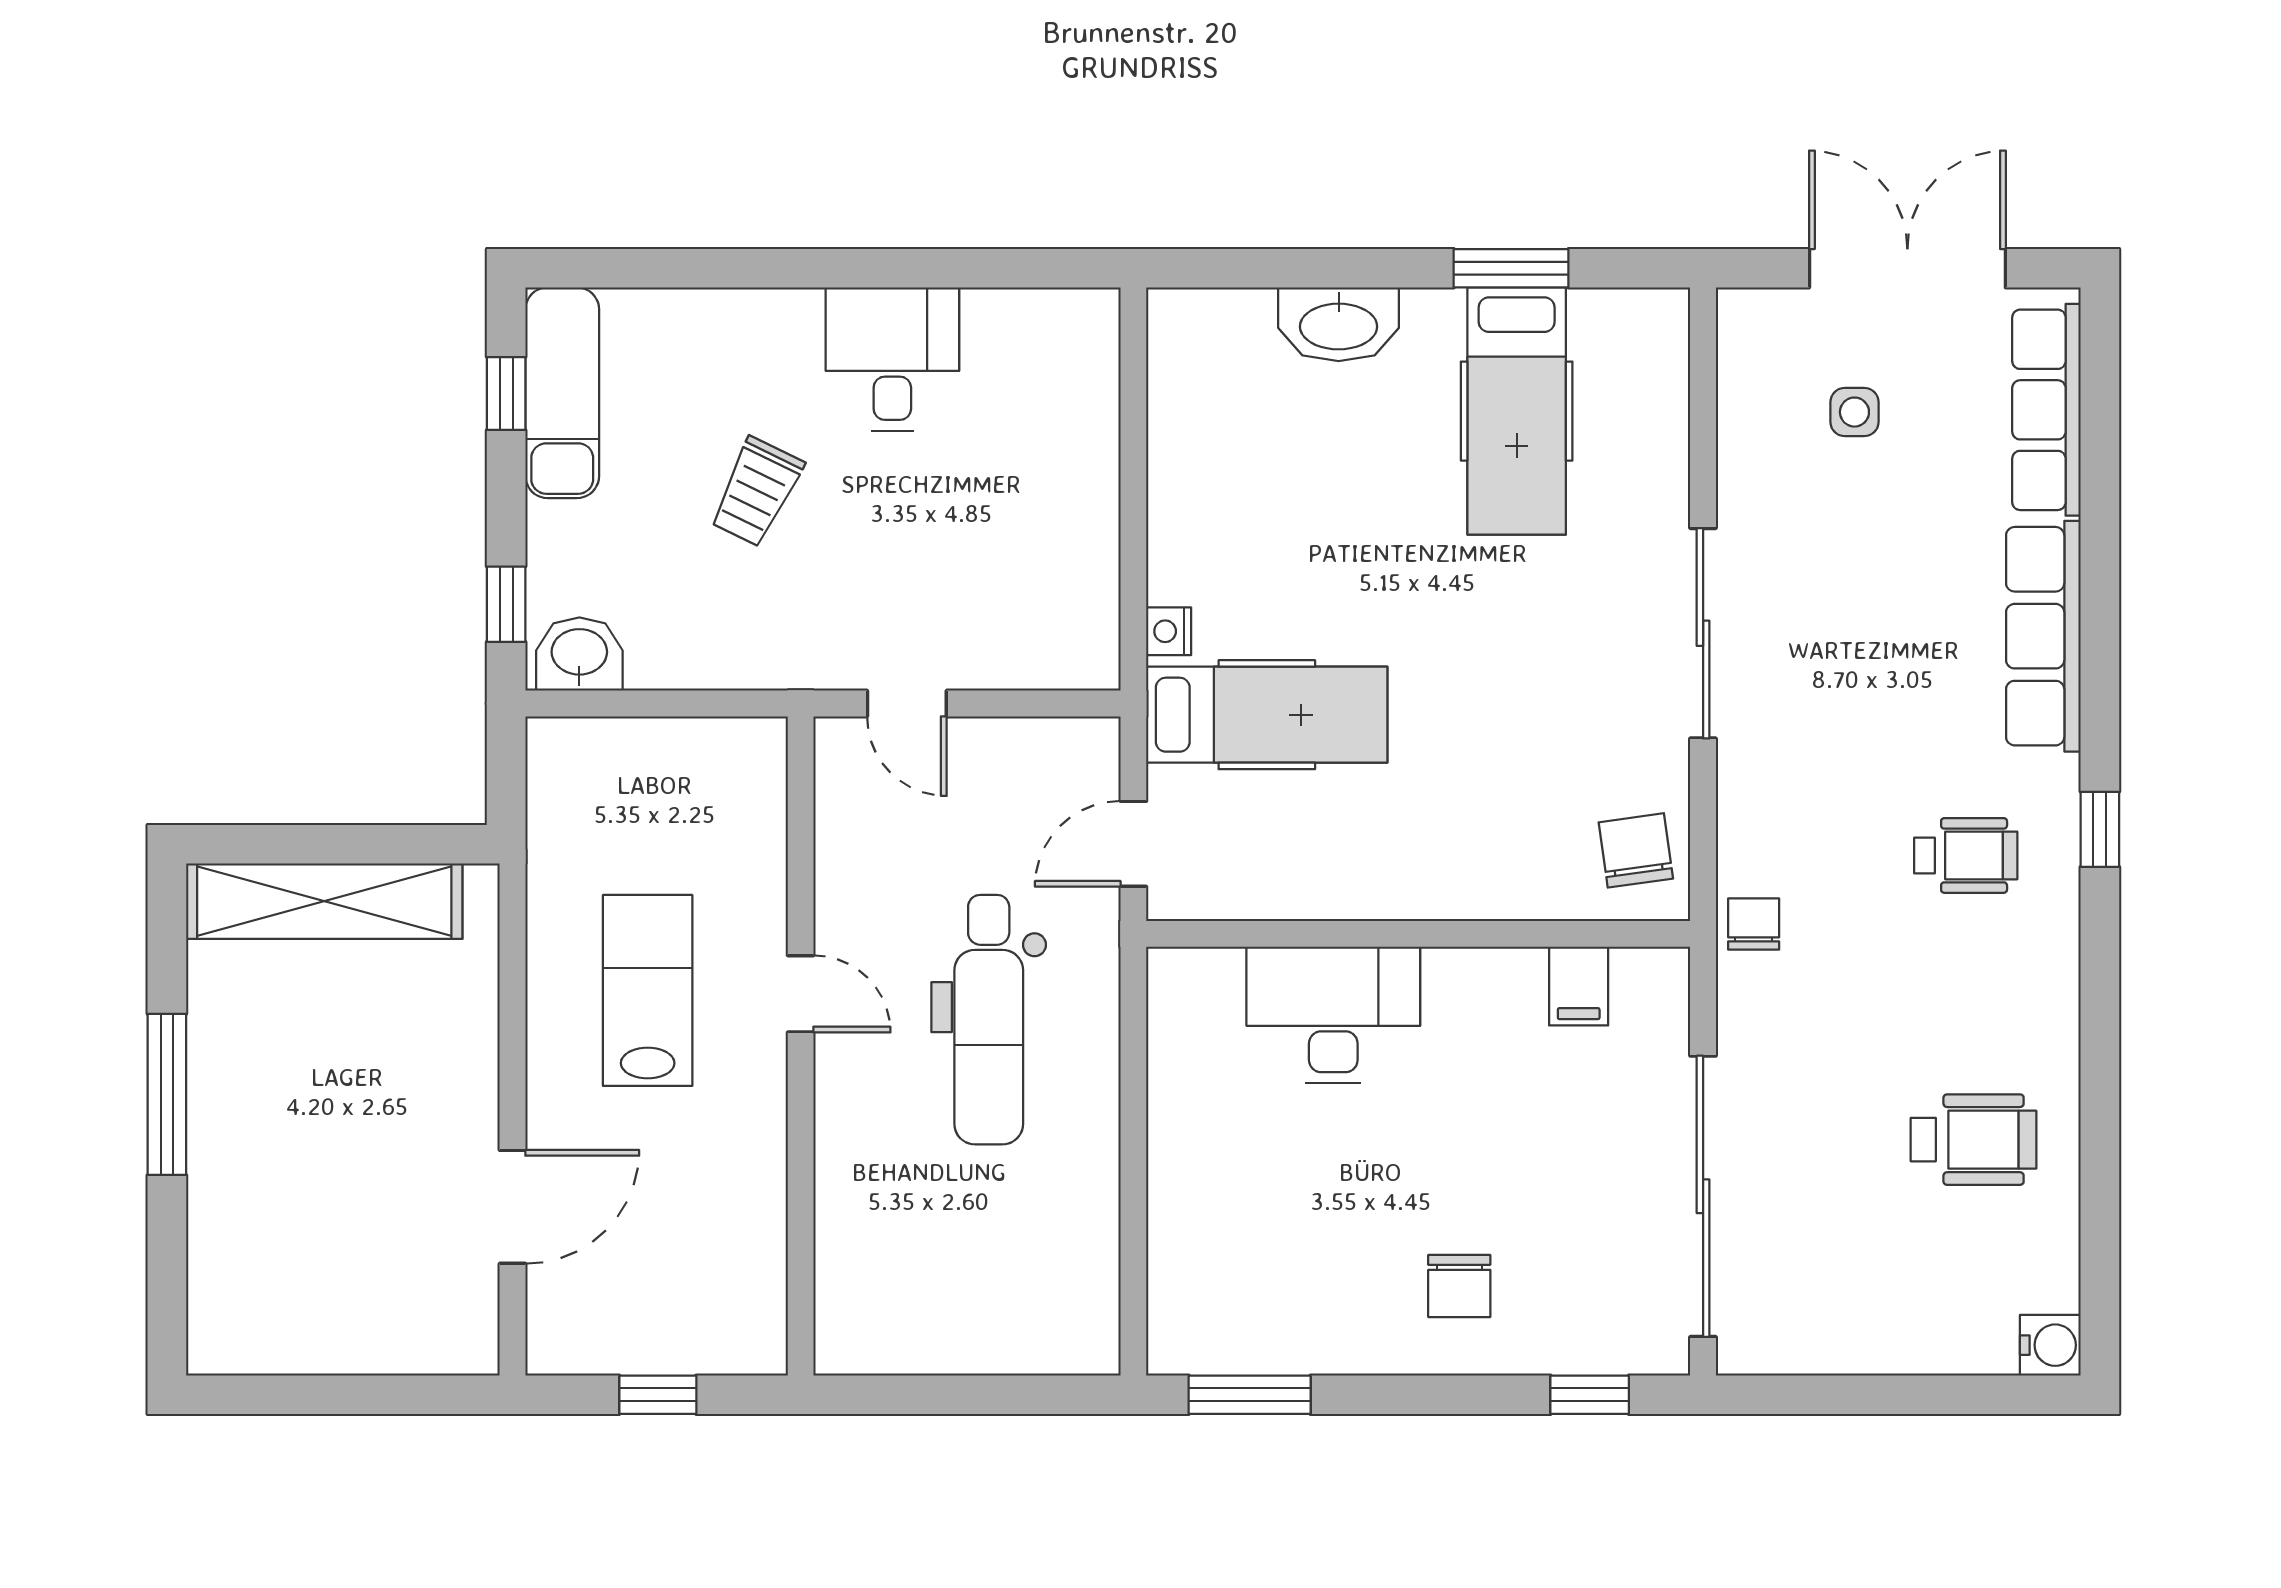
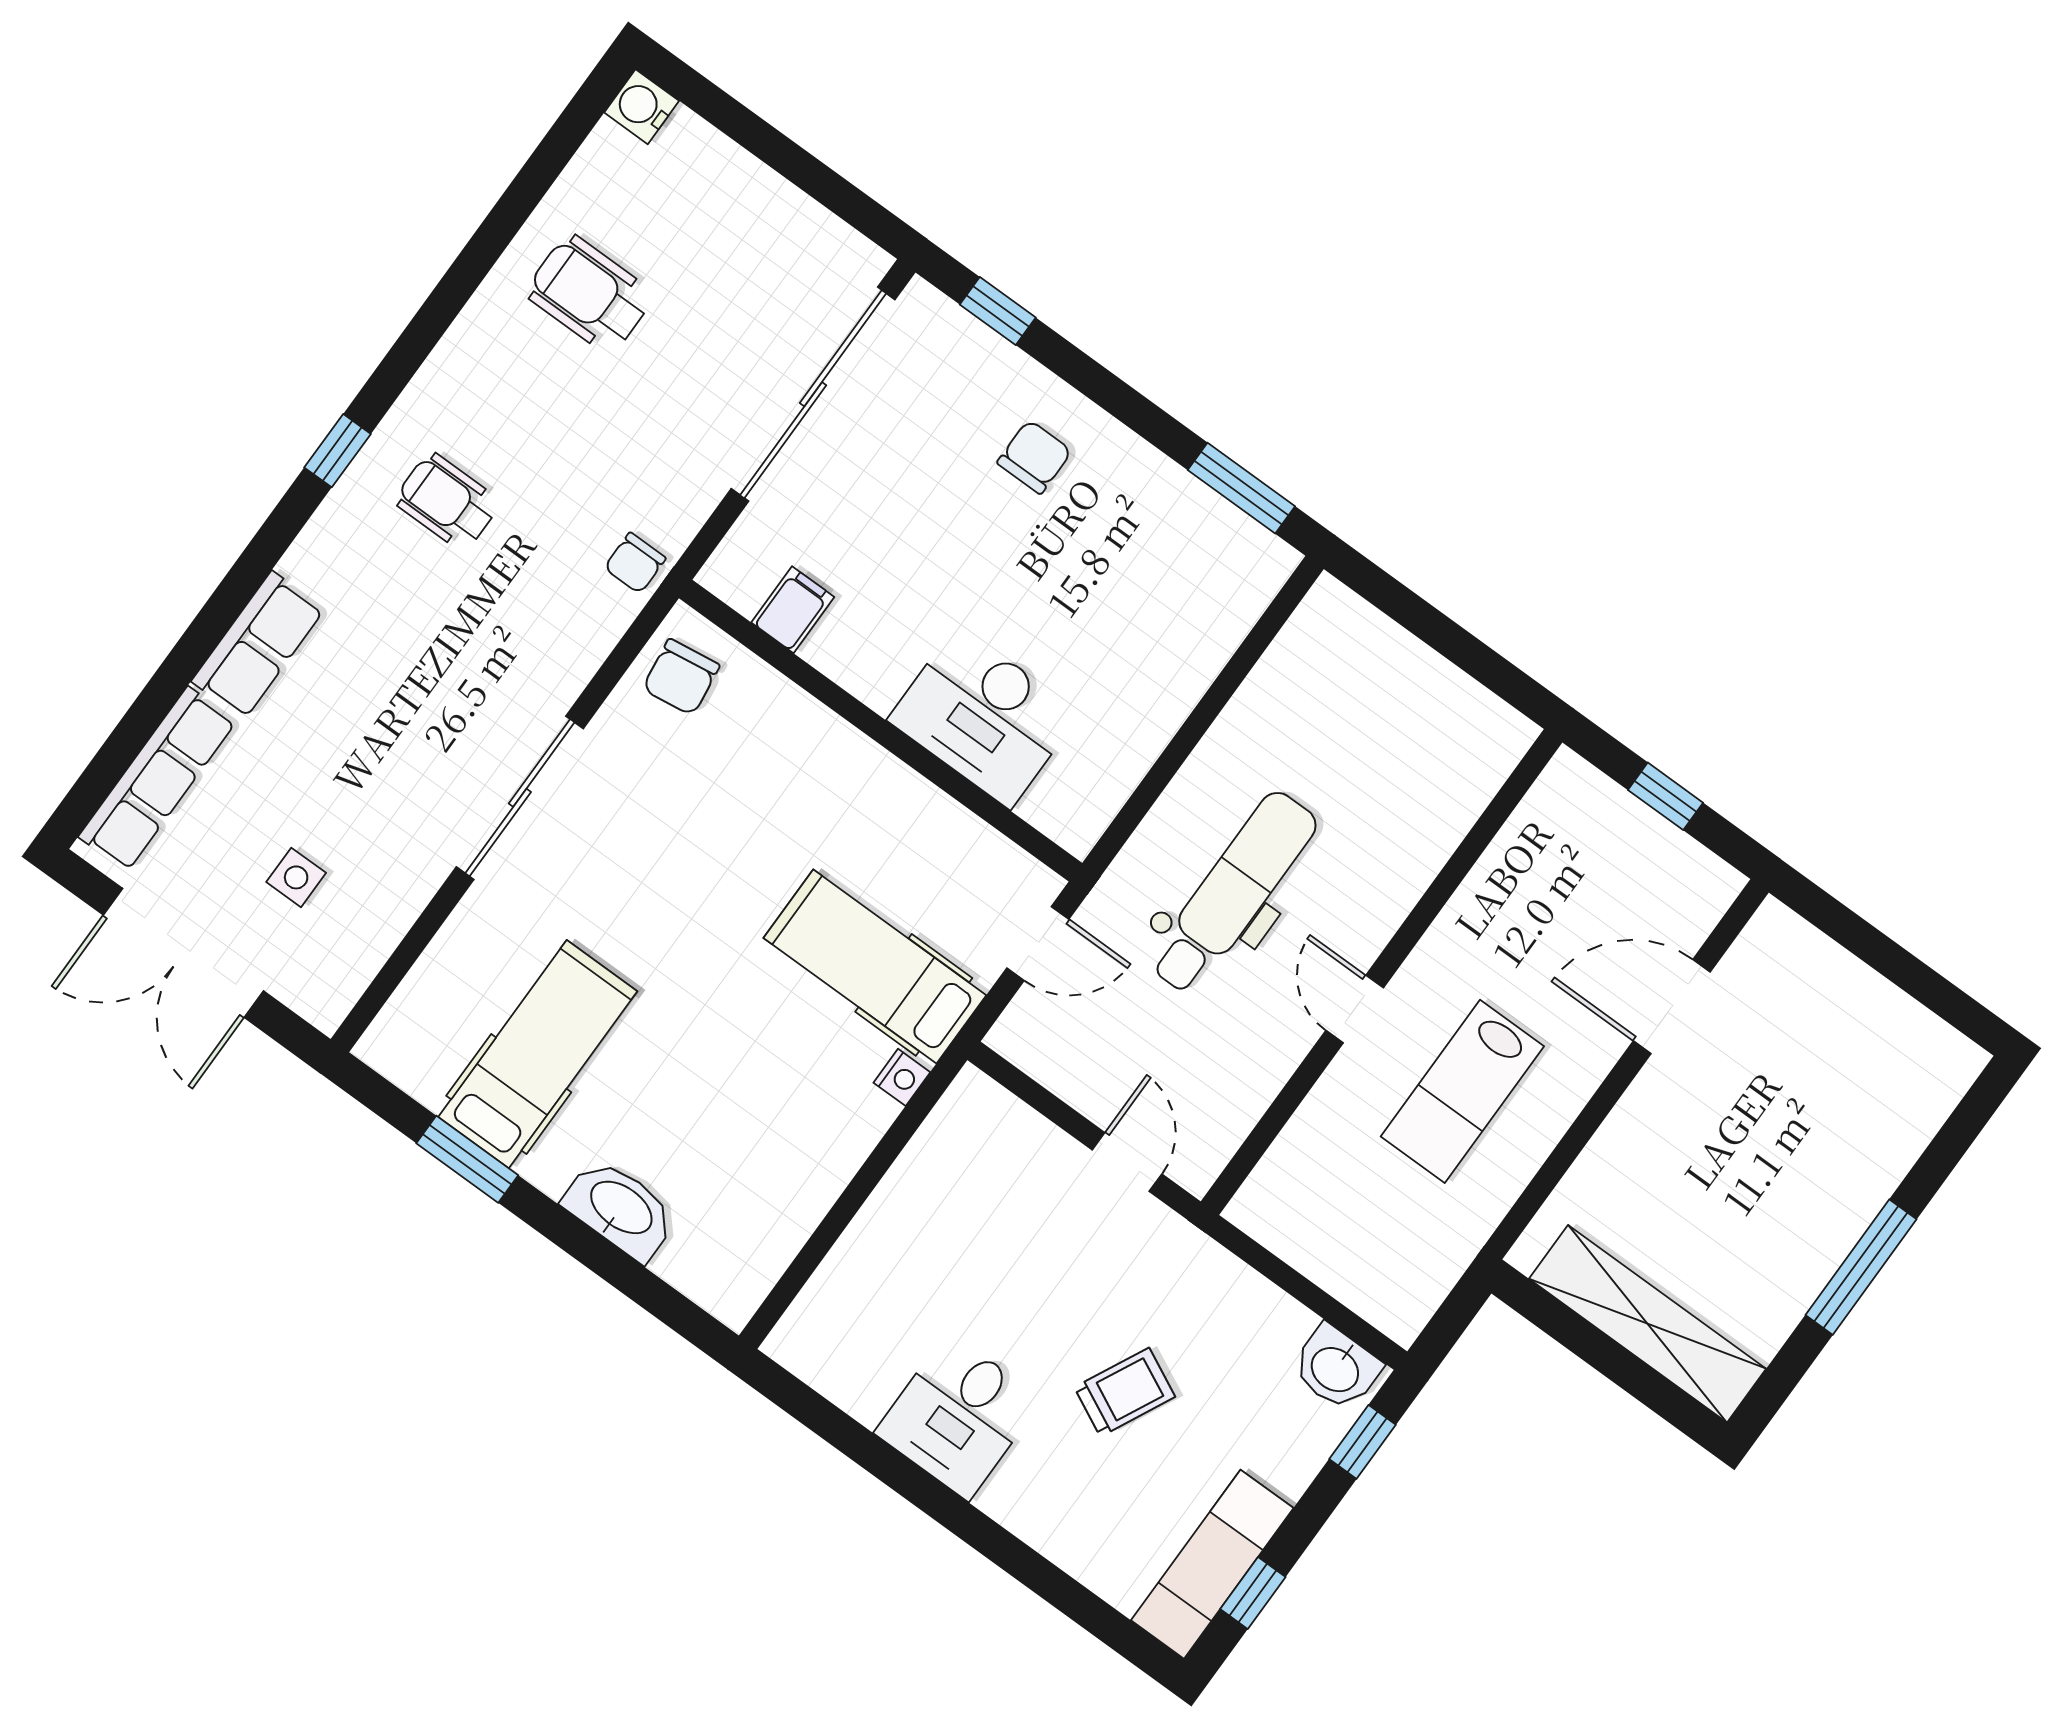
row of seats: (2043, 636) -> (258, 645), width x0.68

